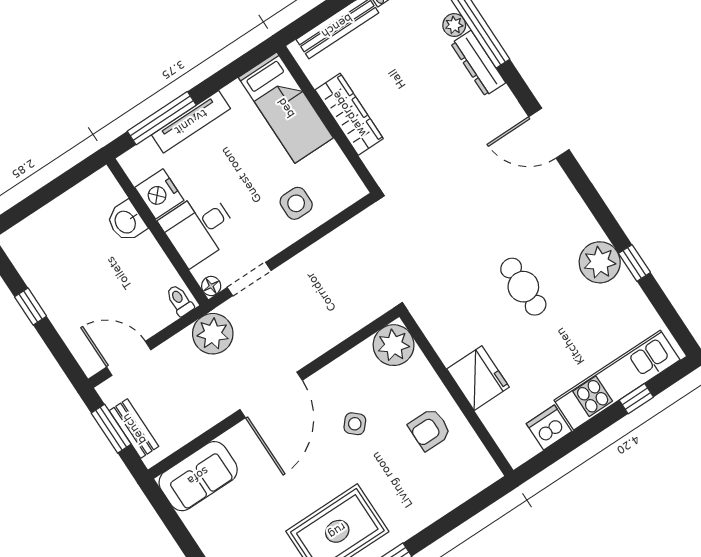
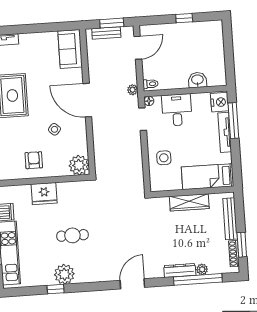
nightstand: (159, 194) -> (220, 102), moved, turned 90
plant: (213, 334) -> (133, 90), width x0.53, depth x0.53

